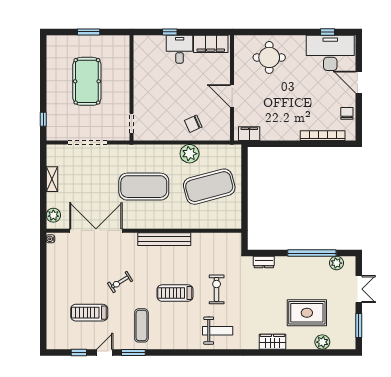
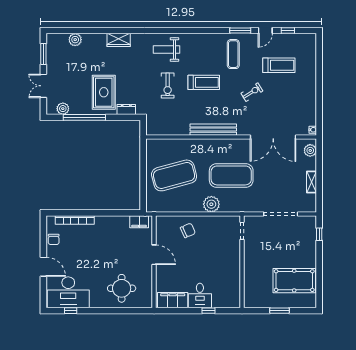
pool table: (87, 81) -> (294, 281), moved, turned 90
plant: (190, 154) -> (211, 204), moved
rug: (307, 313) -> (104, 92), moved, turned 90

